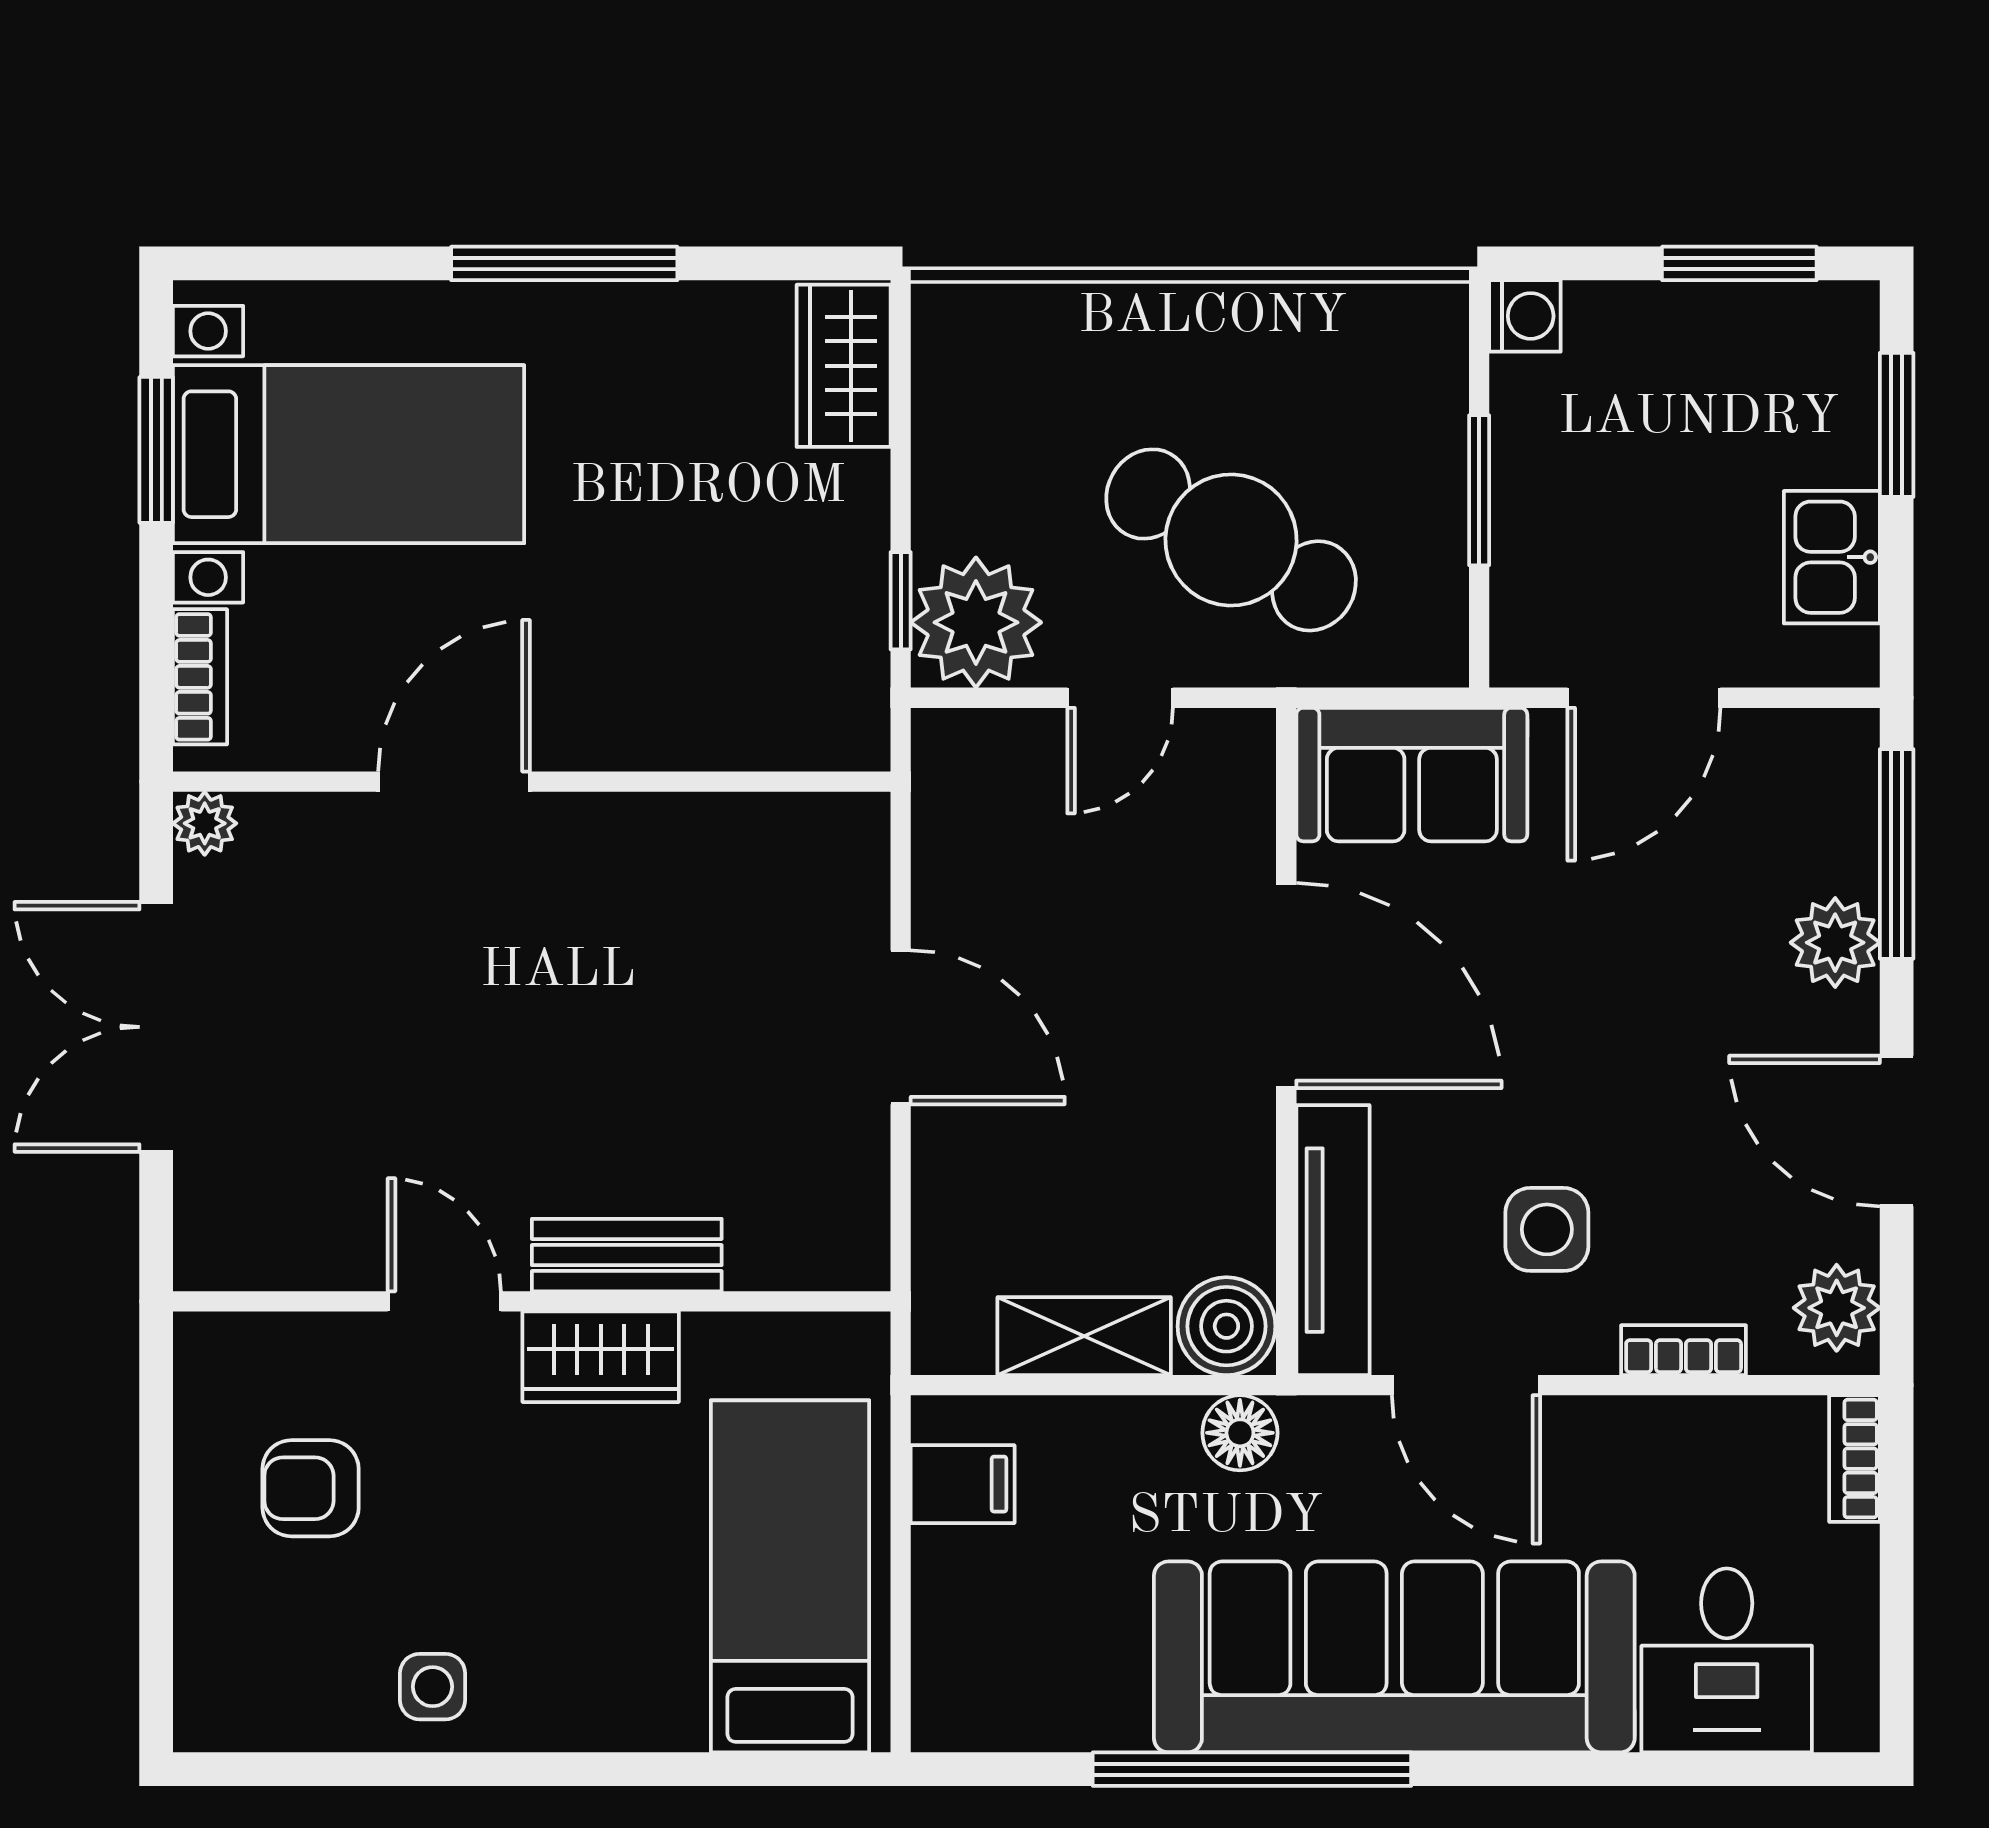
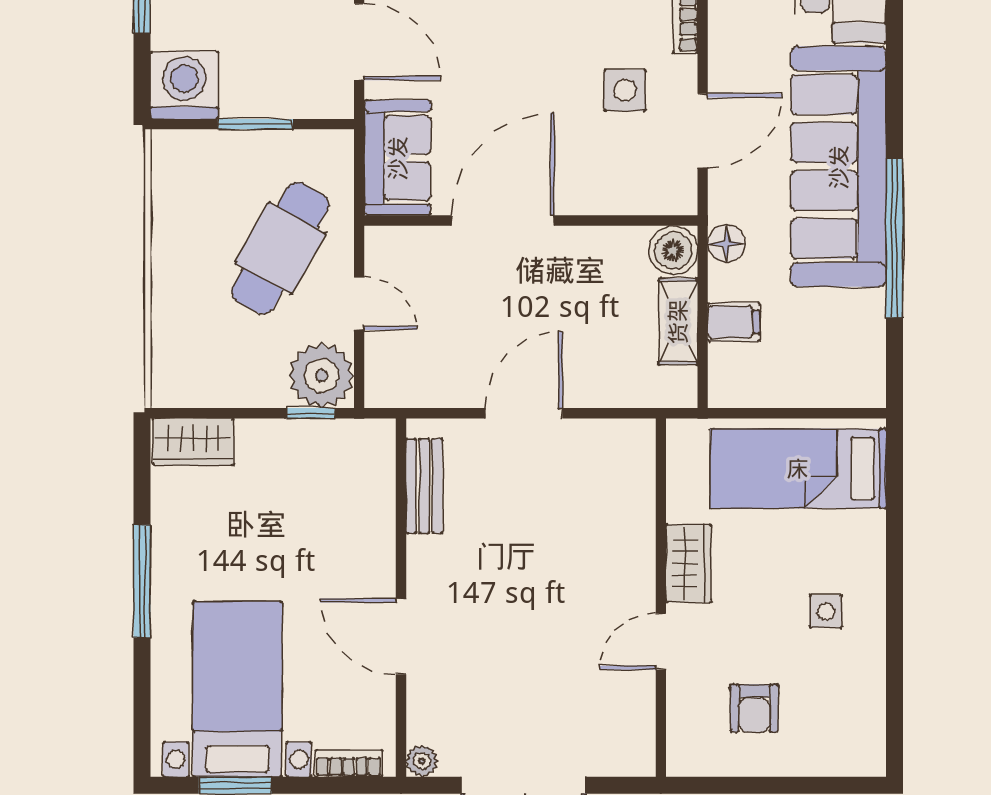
washing machine: (1525, 316) -> (184, 85), width x1.89, depth x1.89
tv unit: (1333, 1240) -> (630, 197), removed
bench: (627, 1255) -> (424, 486), moved
filing cabinet: (963, 1484) -> (734, 322), moved, turned 90
side table: (433, 1687) -> (826, 611), moved

